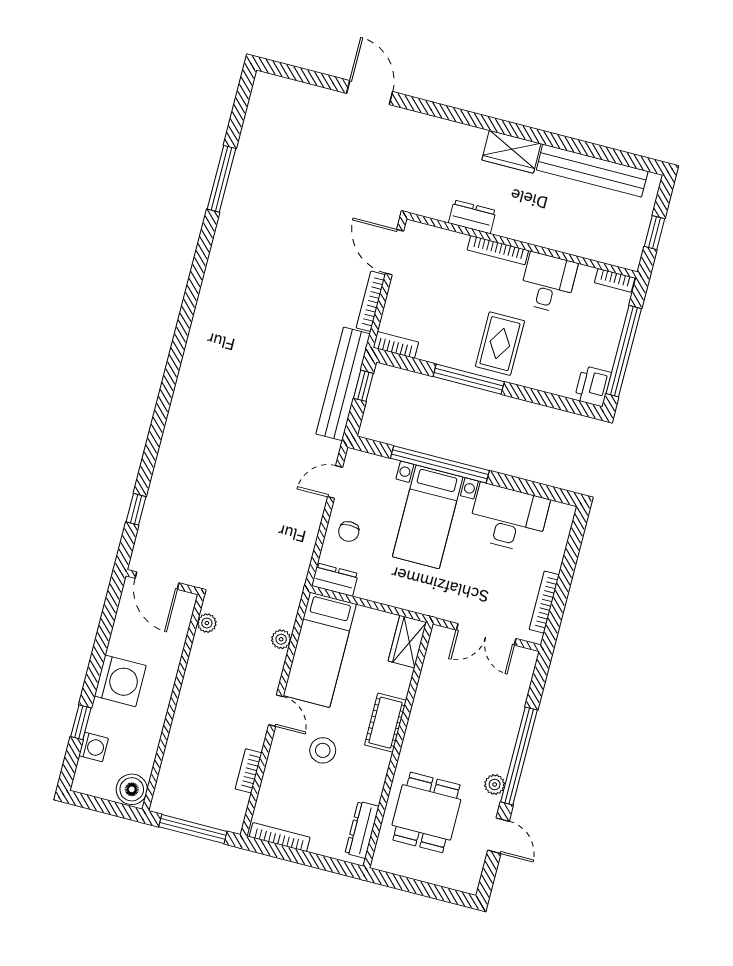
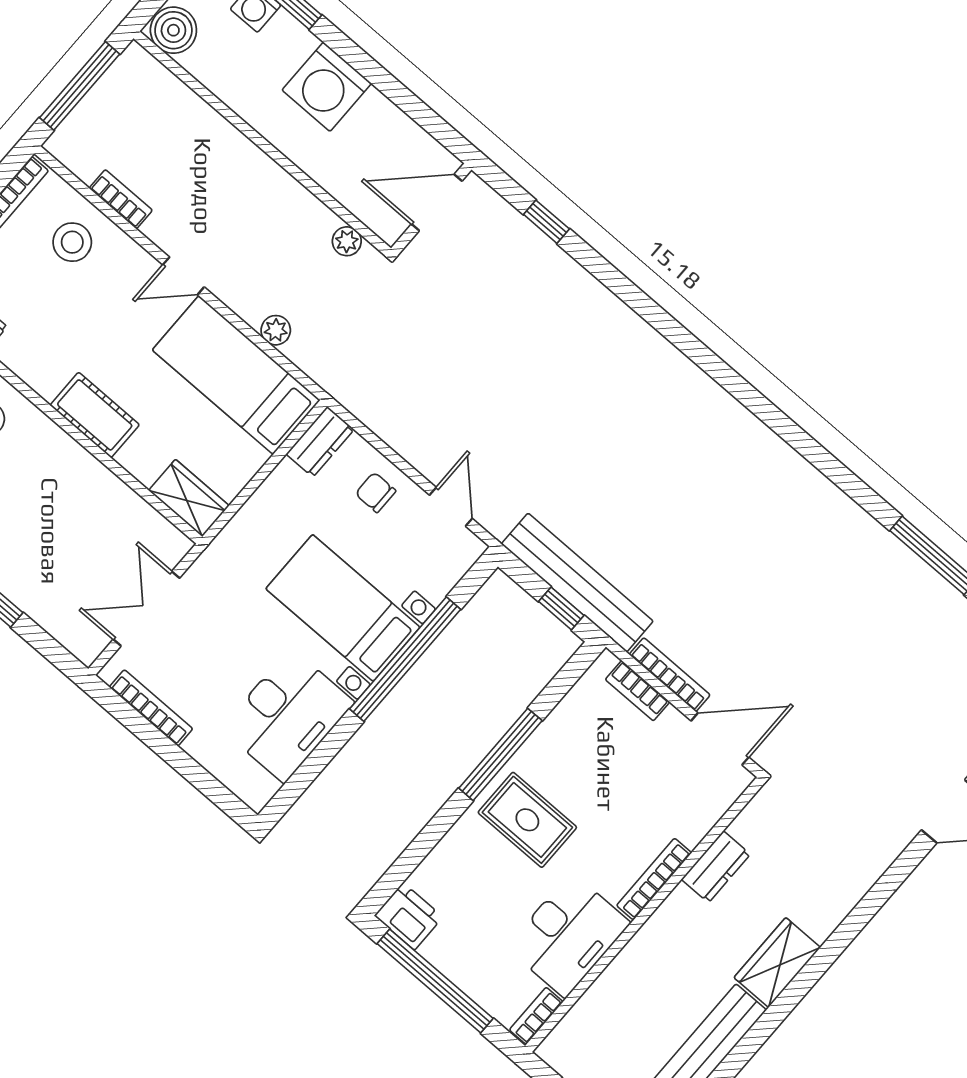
desk: (548, 283) -> (568, 935), width x1.37
bookcase: (396, 345) -> (638, 691), moved, turned 90
stool: (323, 750) -> (72, 242), moved

